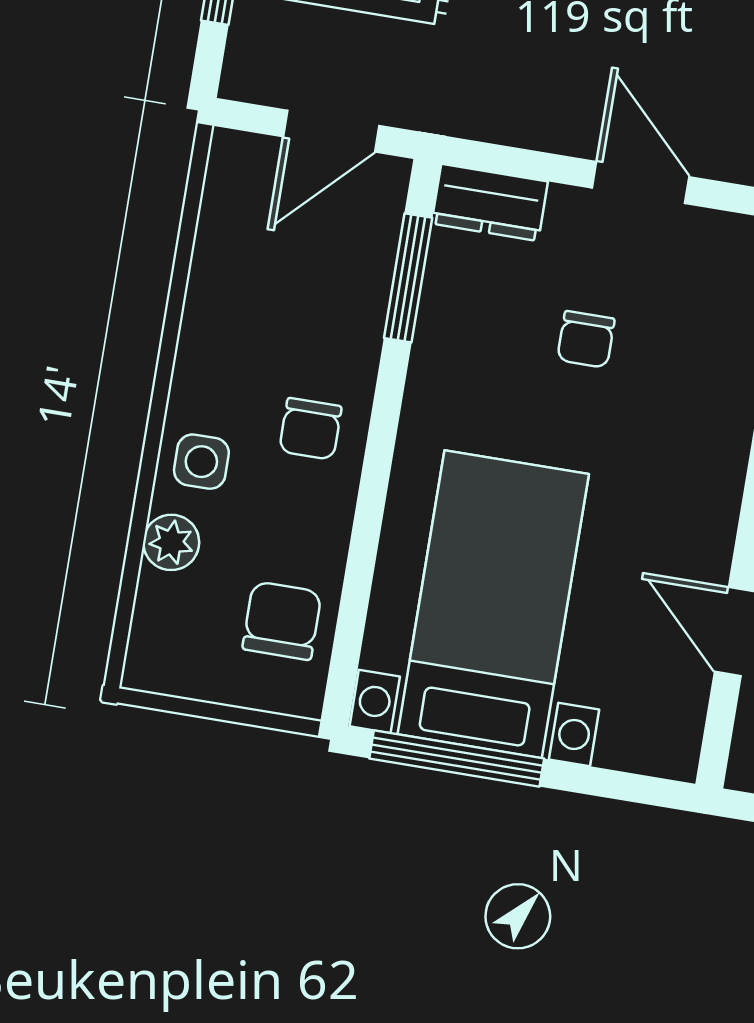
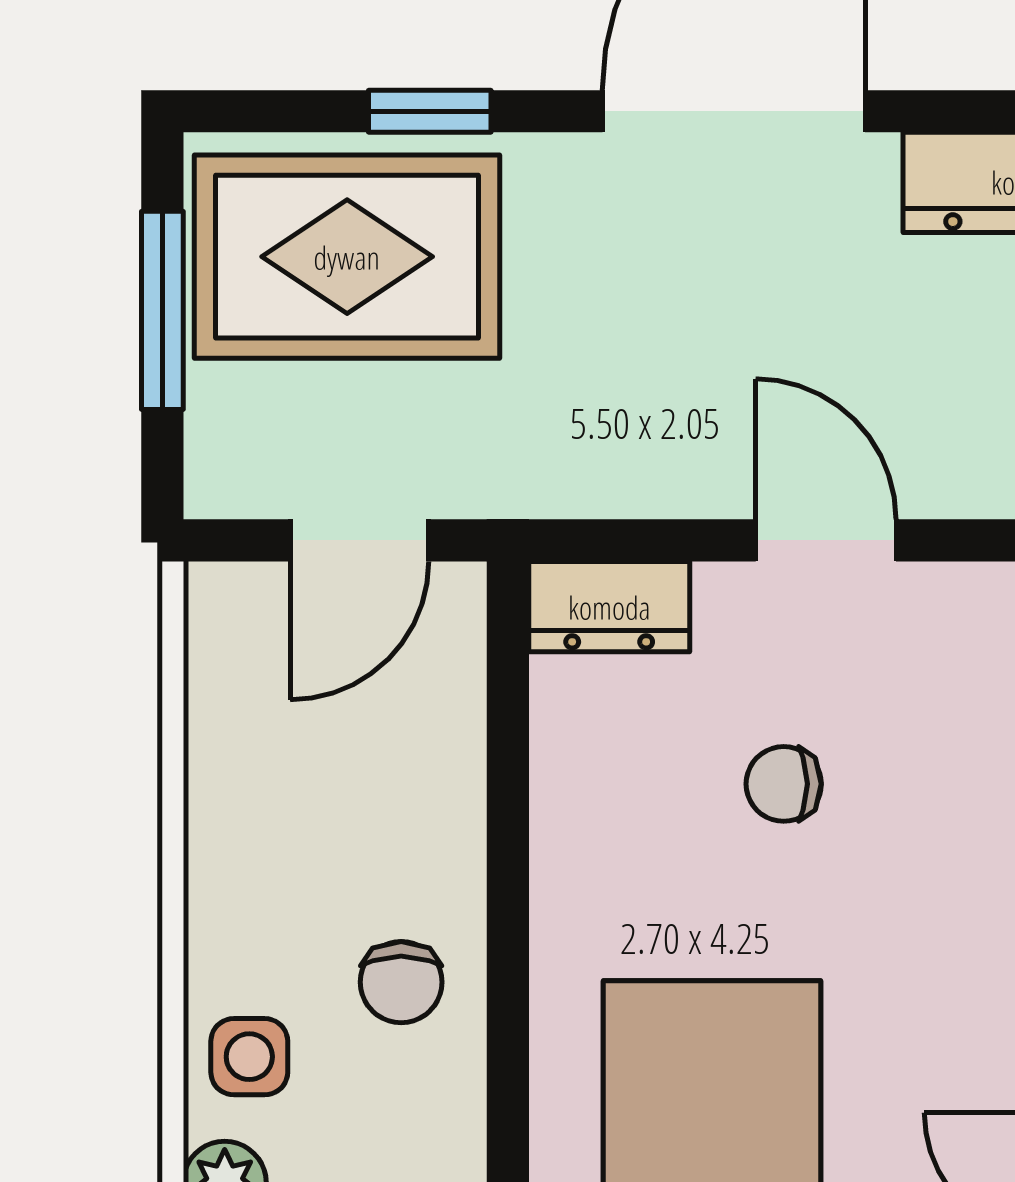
window: (408, 278) -> (508, 737), removed
chair: (586, 339) -> (784, 784), turned 90

